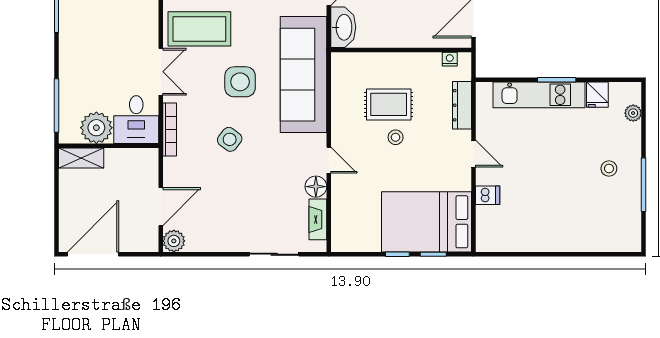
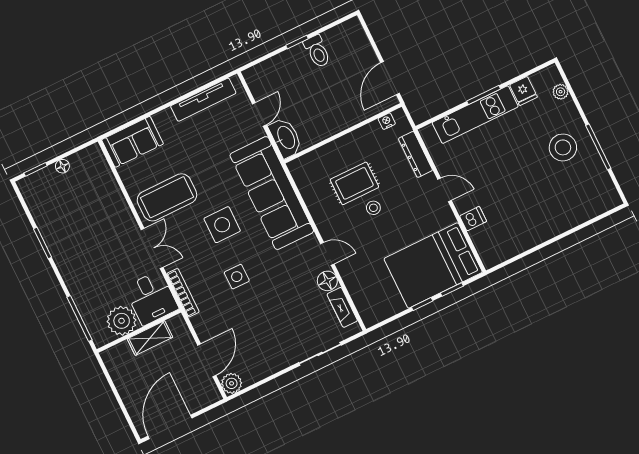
side table: (230, 139) -> (237, 277), turned -38
shelving: (81, 158) -> (150, 338), moved
stool: (609, 169) -> (563, 147), width x1.89, depth x1.89

